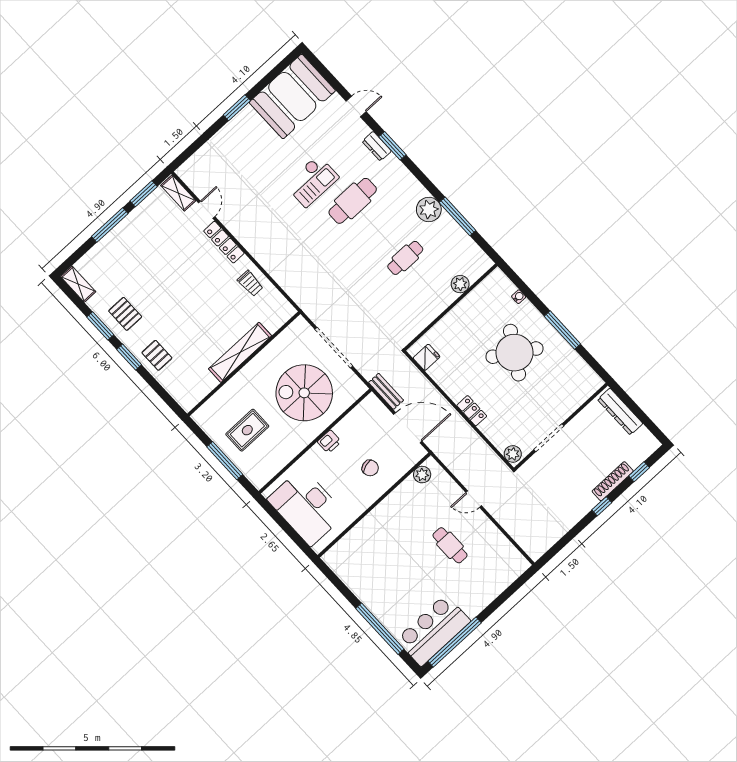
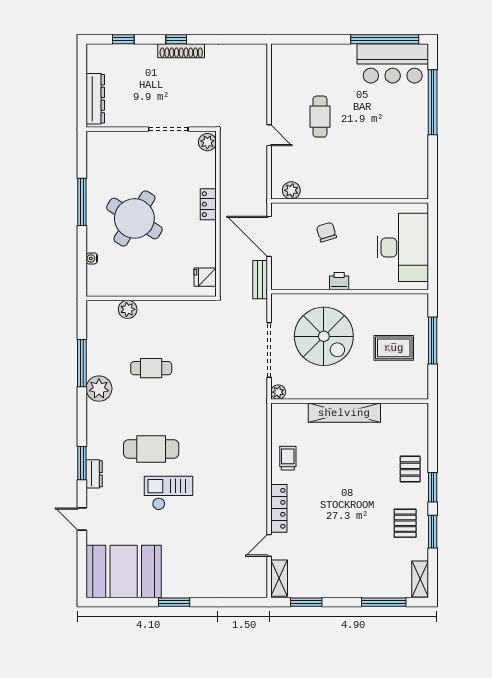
window: (110, 225) -> (384, 602), moved
plant: (300, 324) -> (278, 392), added
shoe rack: (613, 481) -> (181, 51), moved

